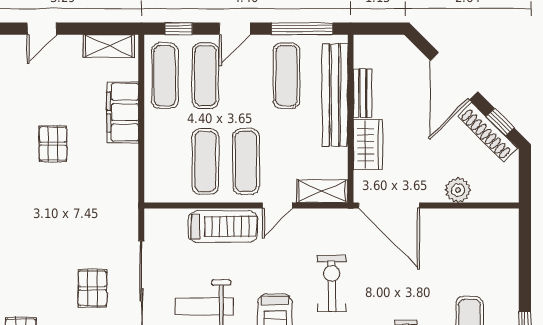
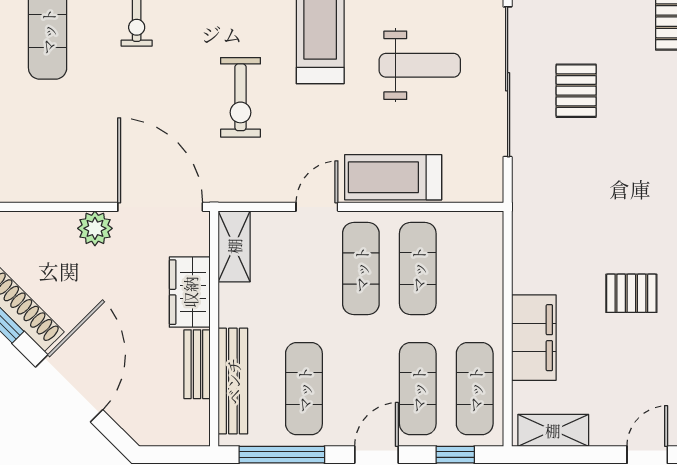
bench: (335, 95) -> (233, 381), width x0.73, depth x0.82
pallet: (53, 144) -> (631, 293), turned 90
plant: (458, 190) -> (95, 228), moved
shelving: (322, 191) -> (234, 246), moved, turned 90

